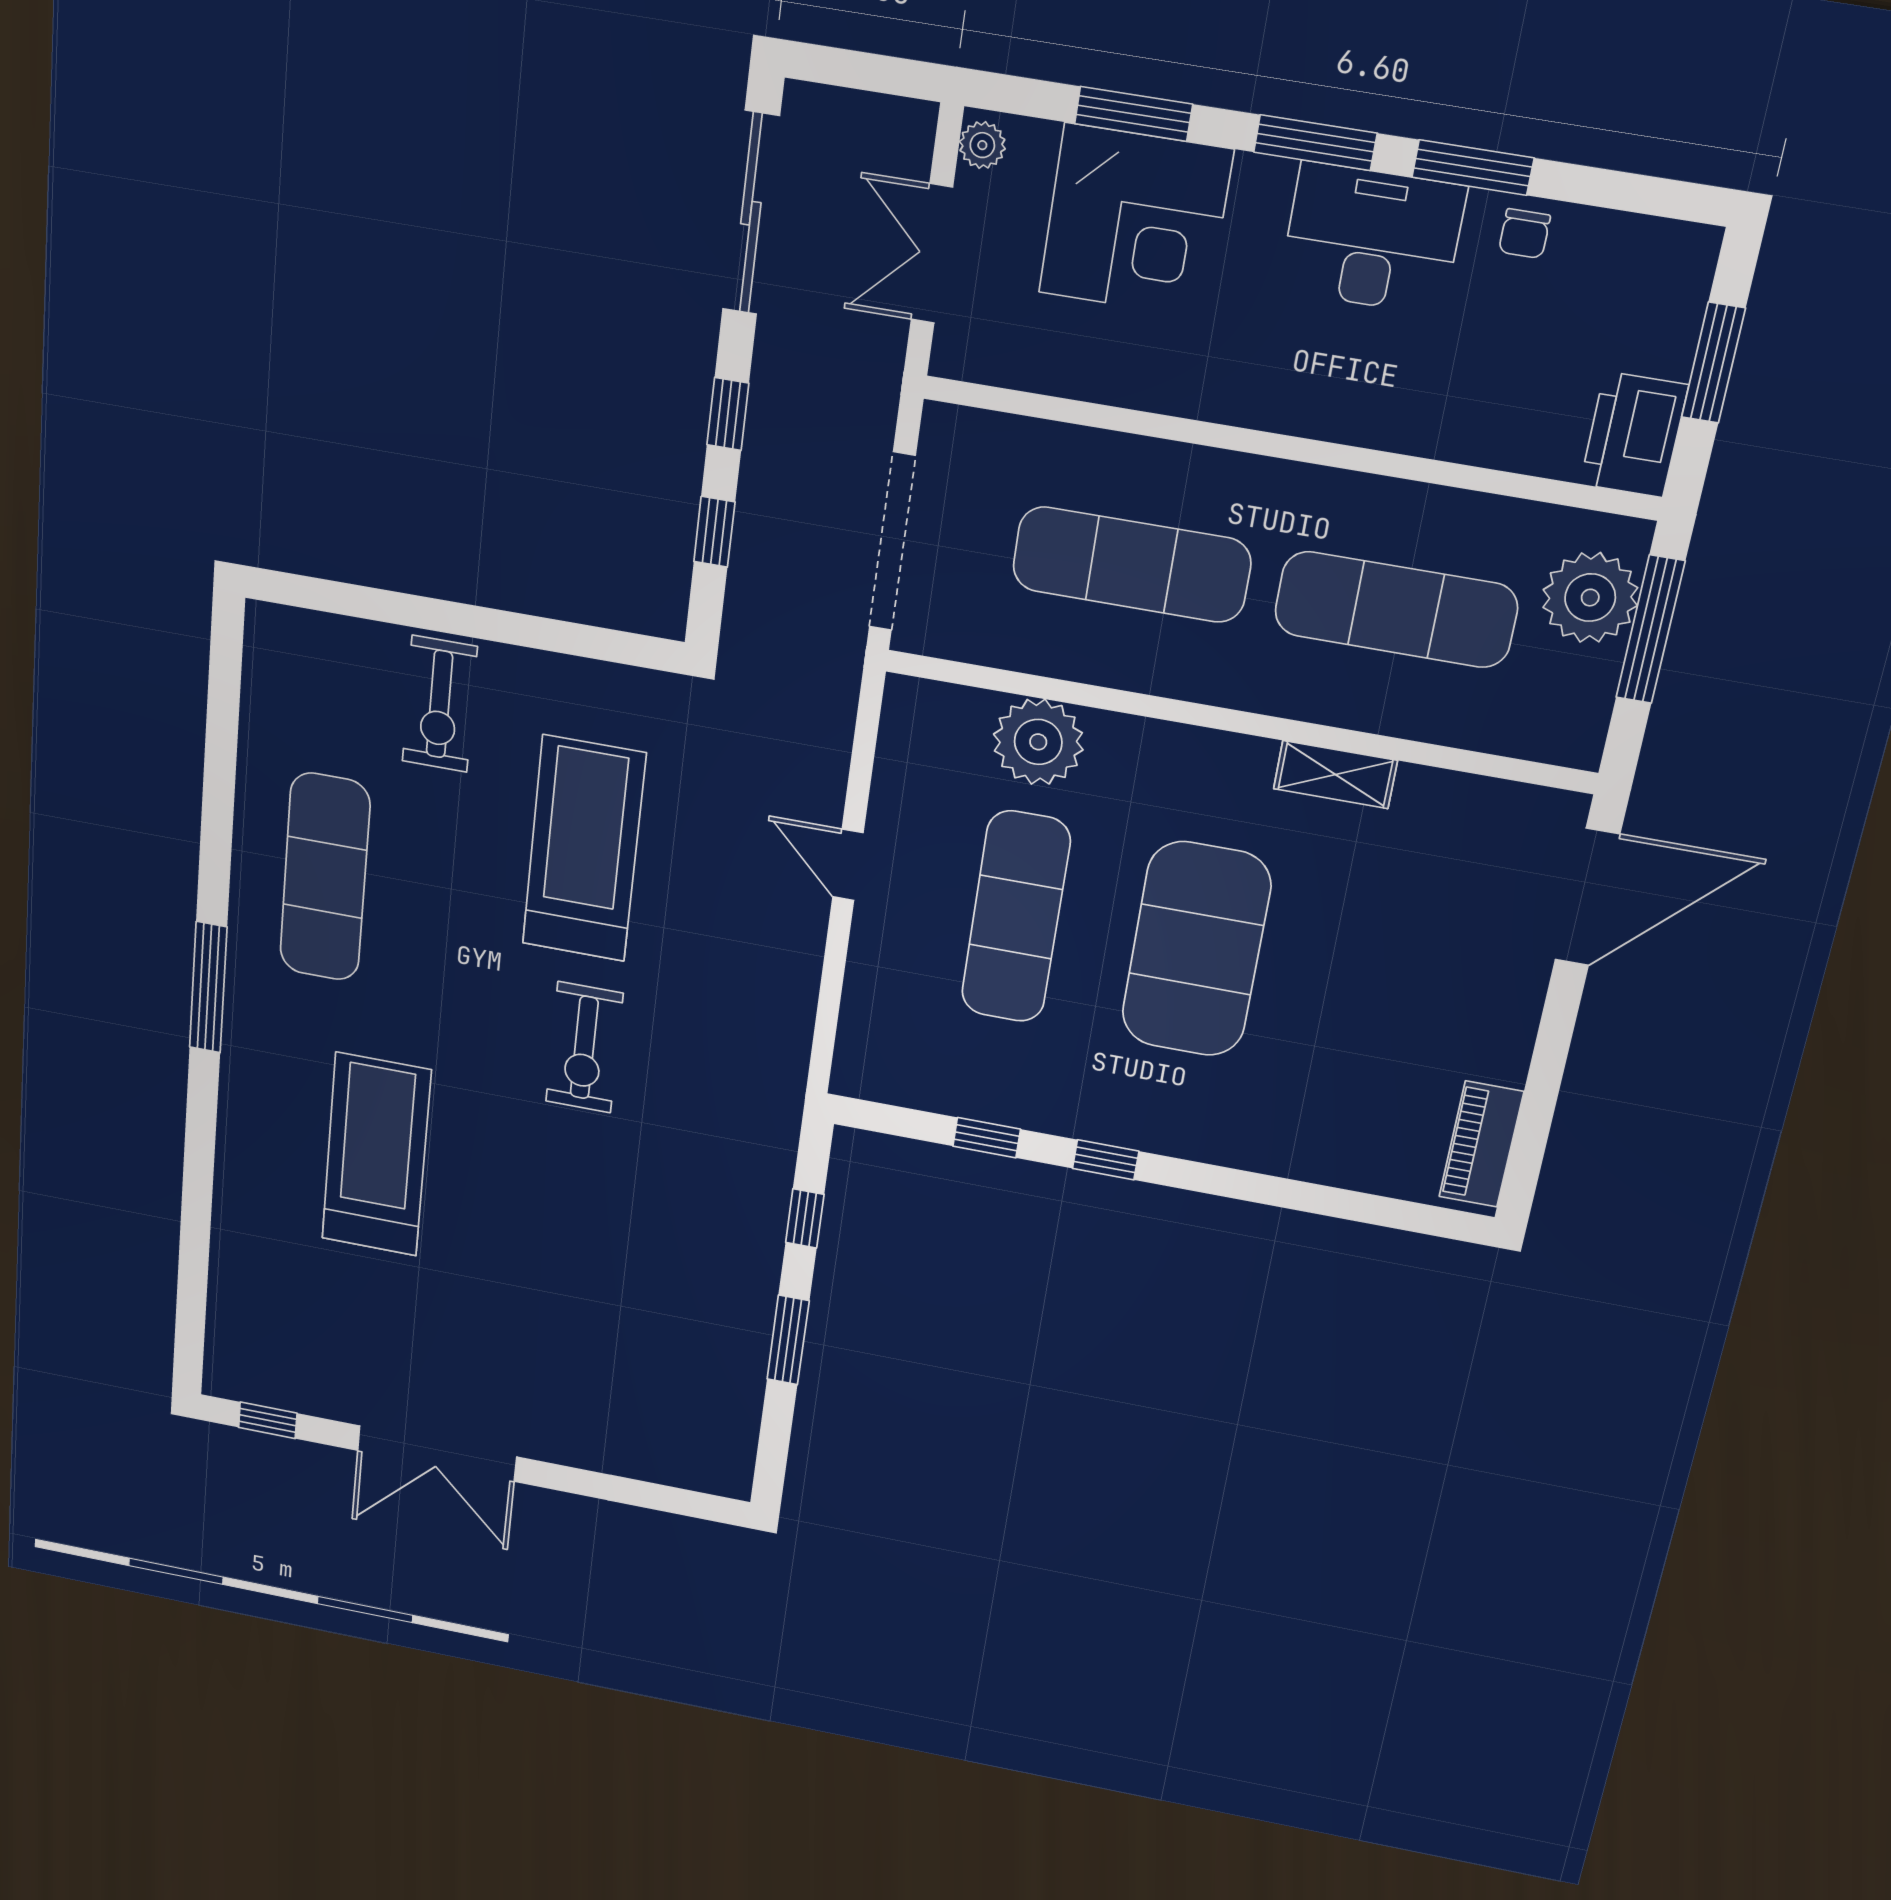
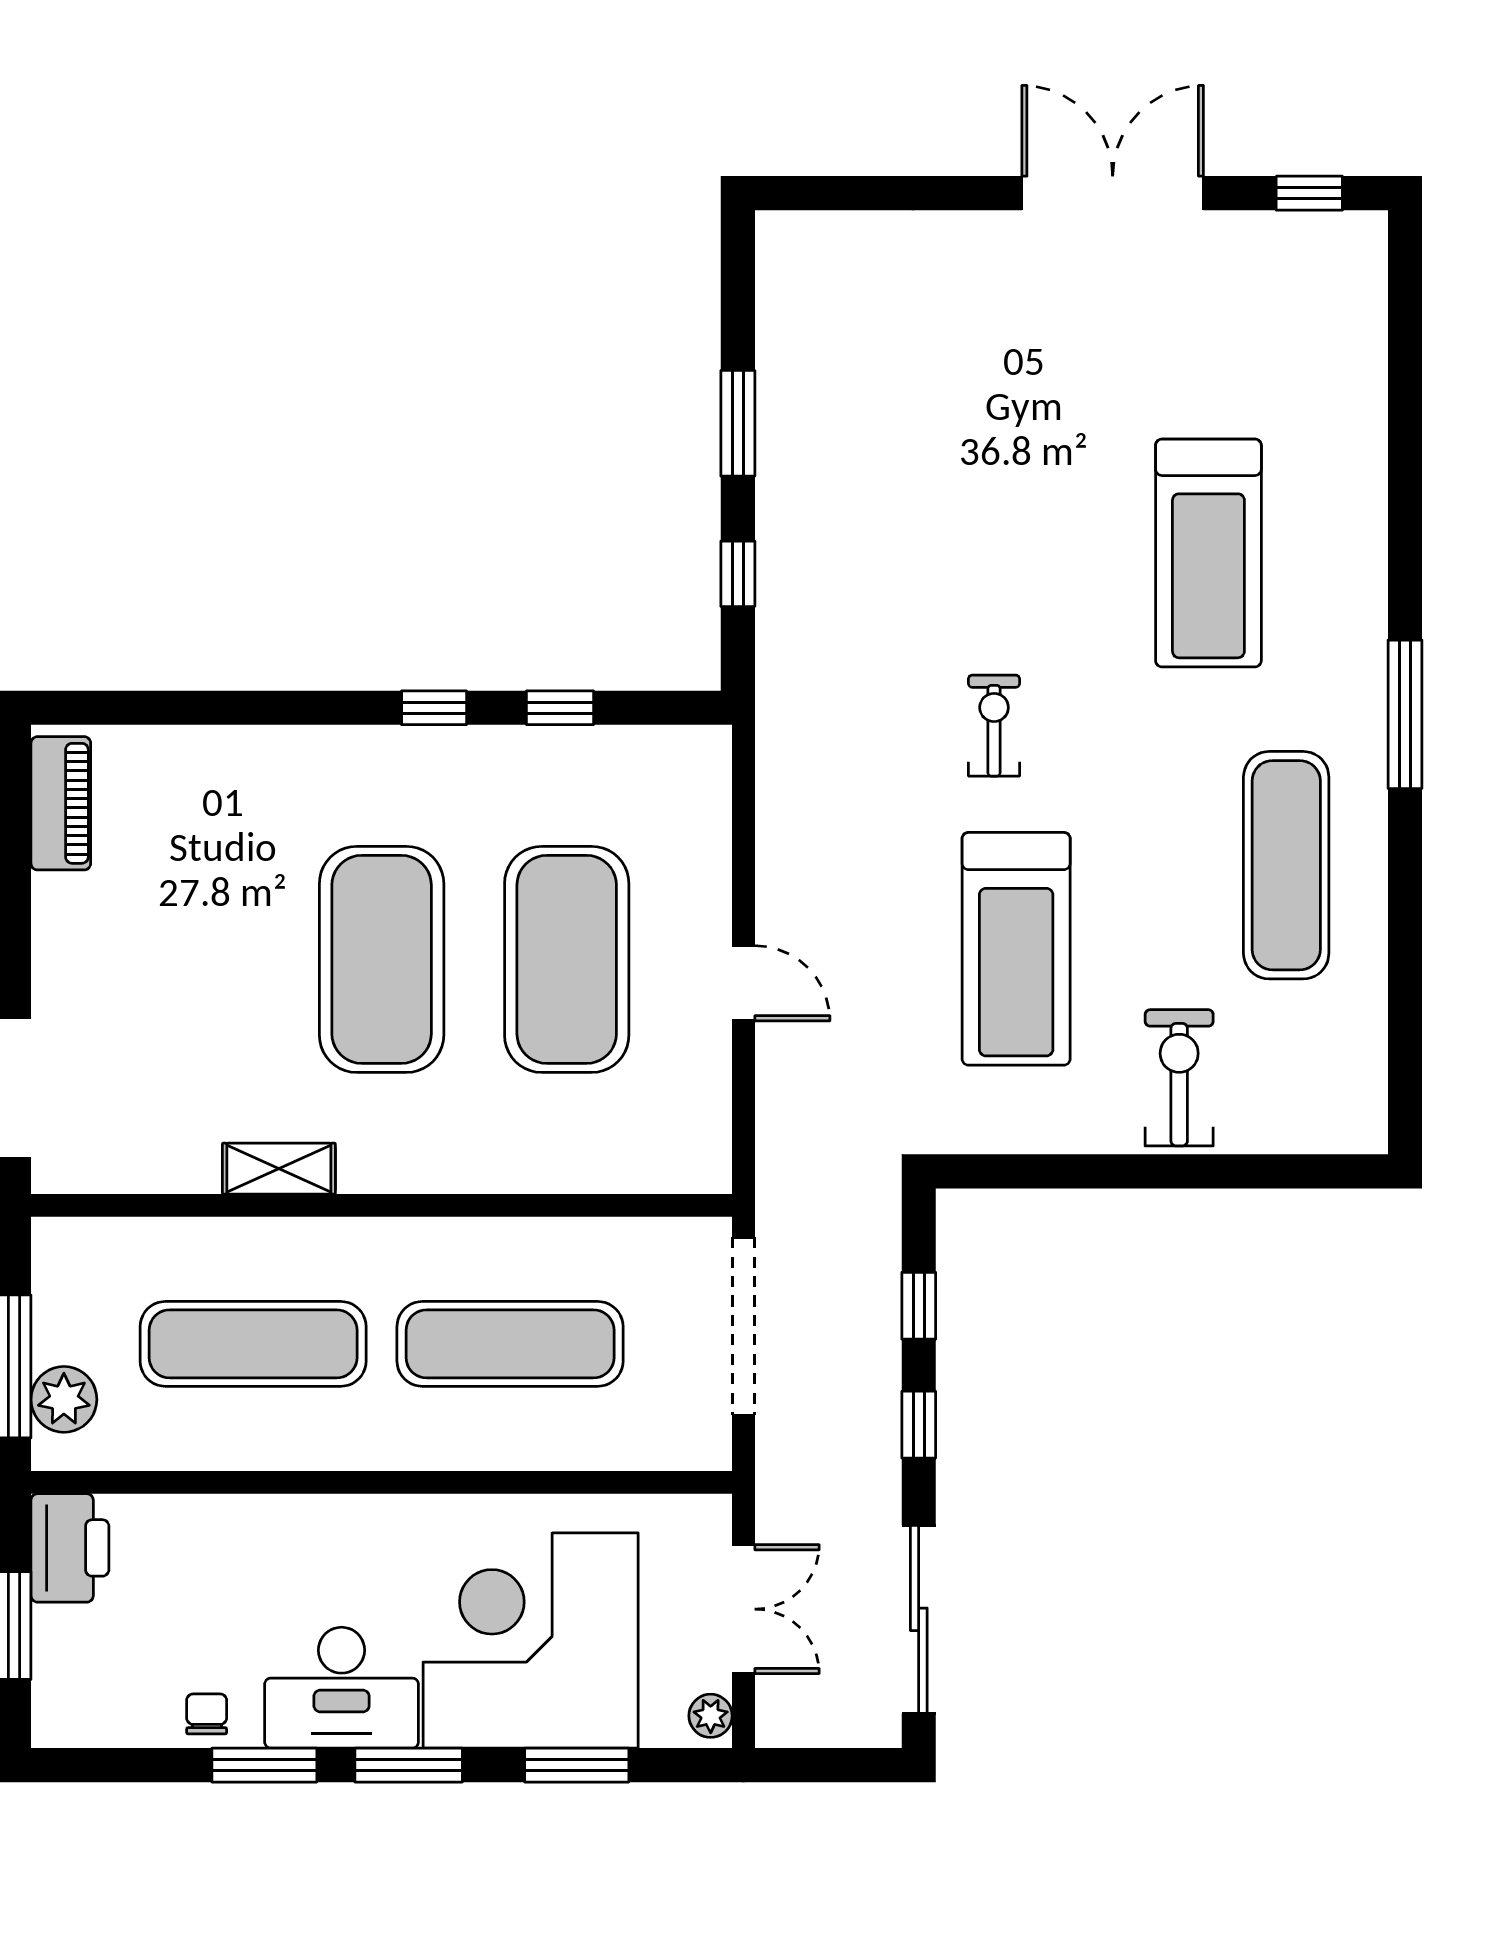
corner desk: (1136, 221) -> (531, 1641), width x1.36, depth x1.36
plant: (1590, 598) -> (64, 1399), width x0.73, depth x0.73
plant: (1038, 742) -> (572, 1149), removed
exercise mat: (1016, 917) -> (567, 959), width x1.47
exercise bike: (584, 1047) -> (994, 726), width x0.73, depth x0.72

